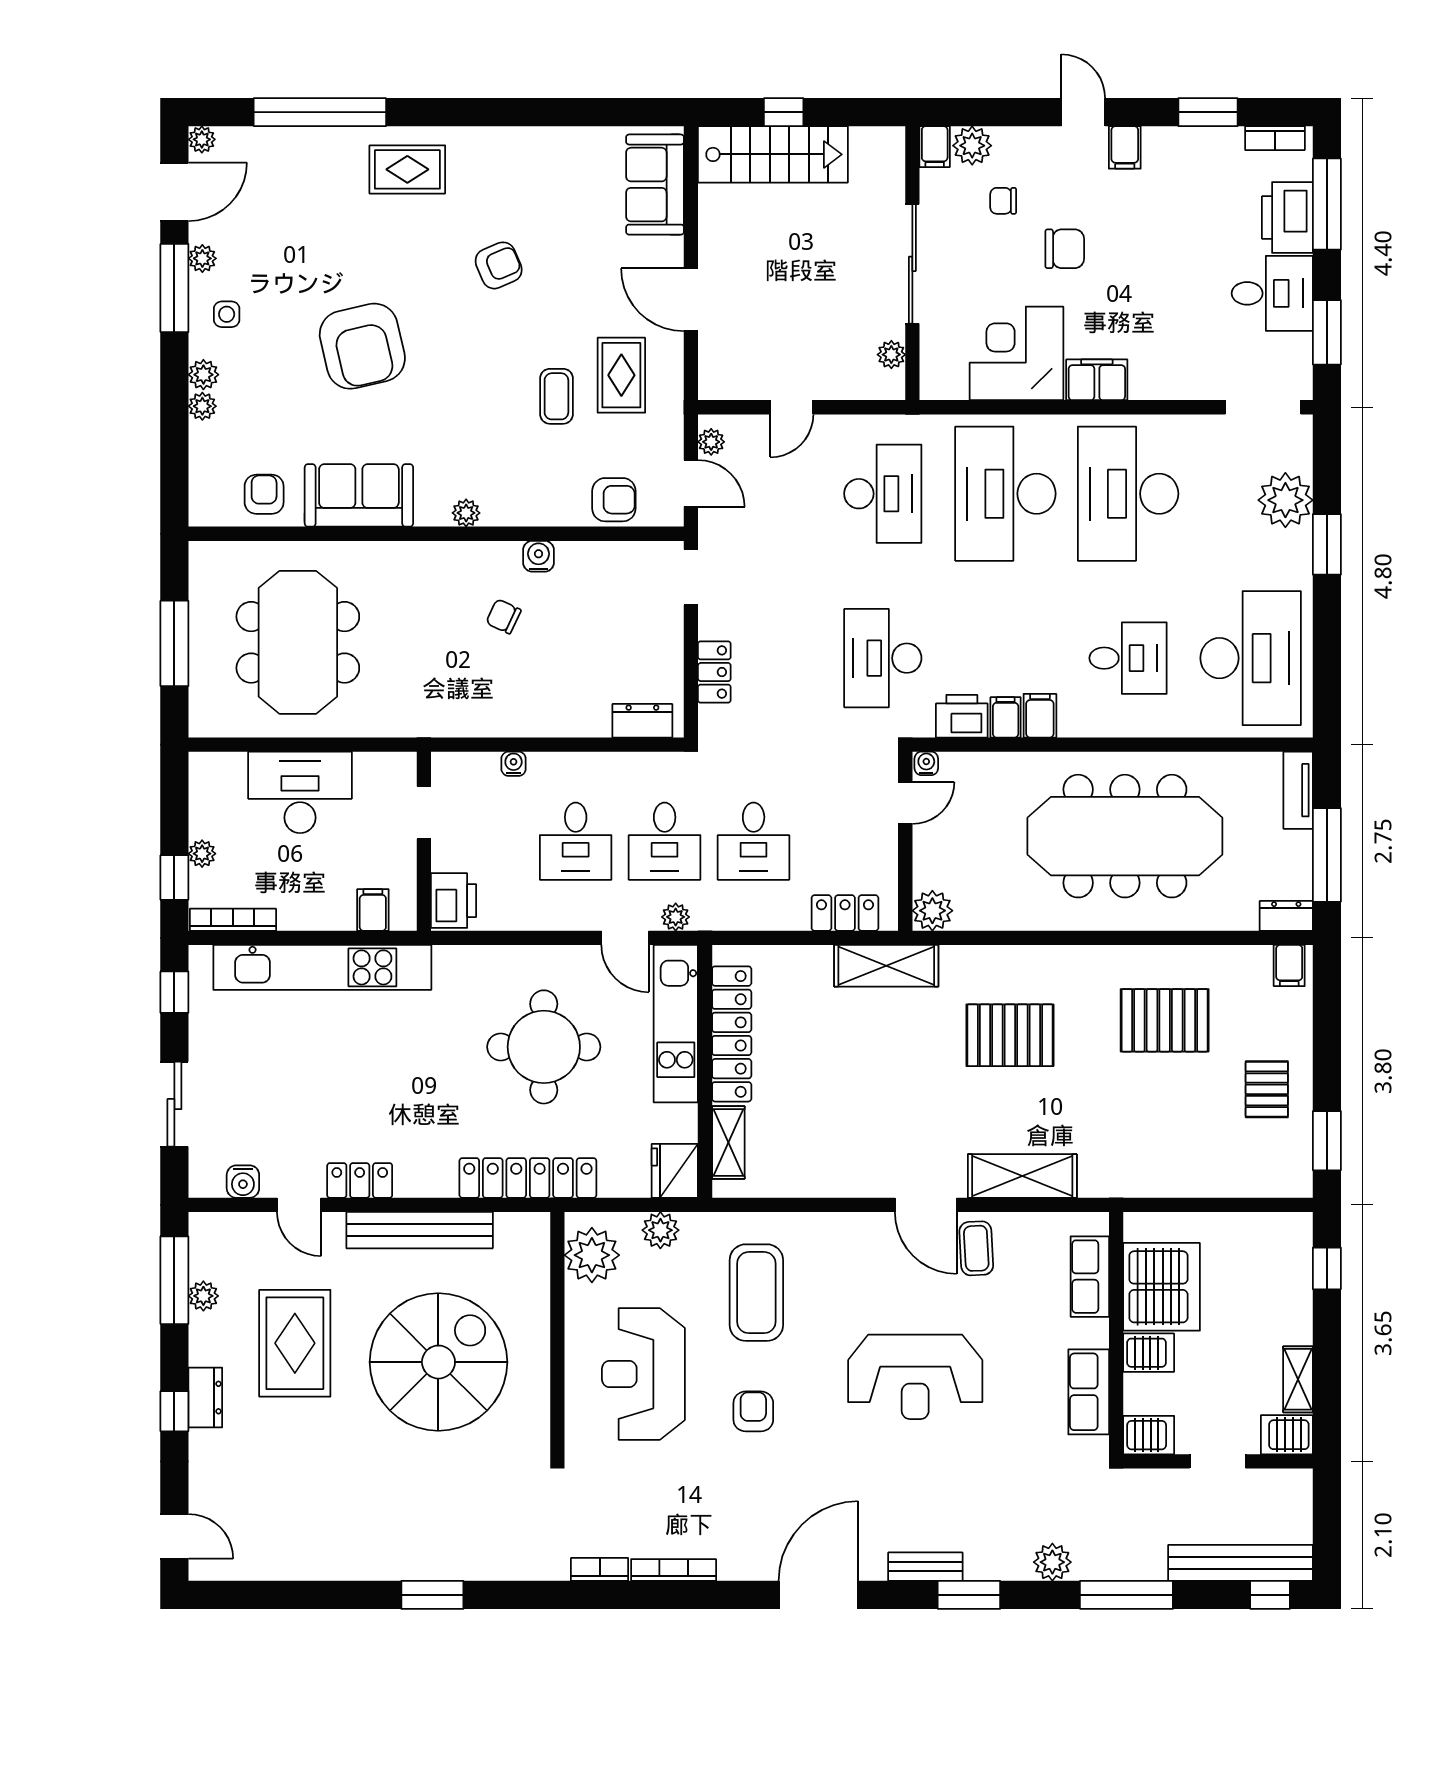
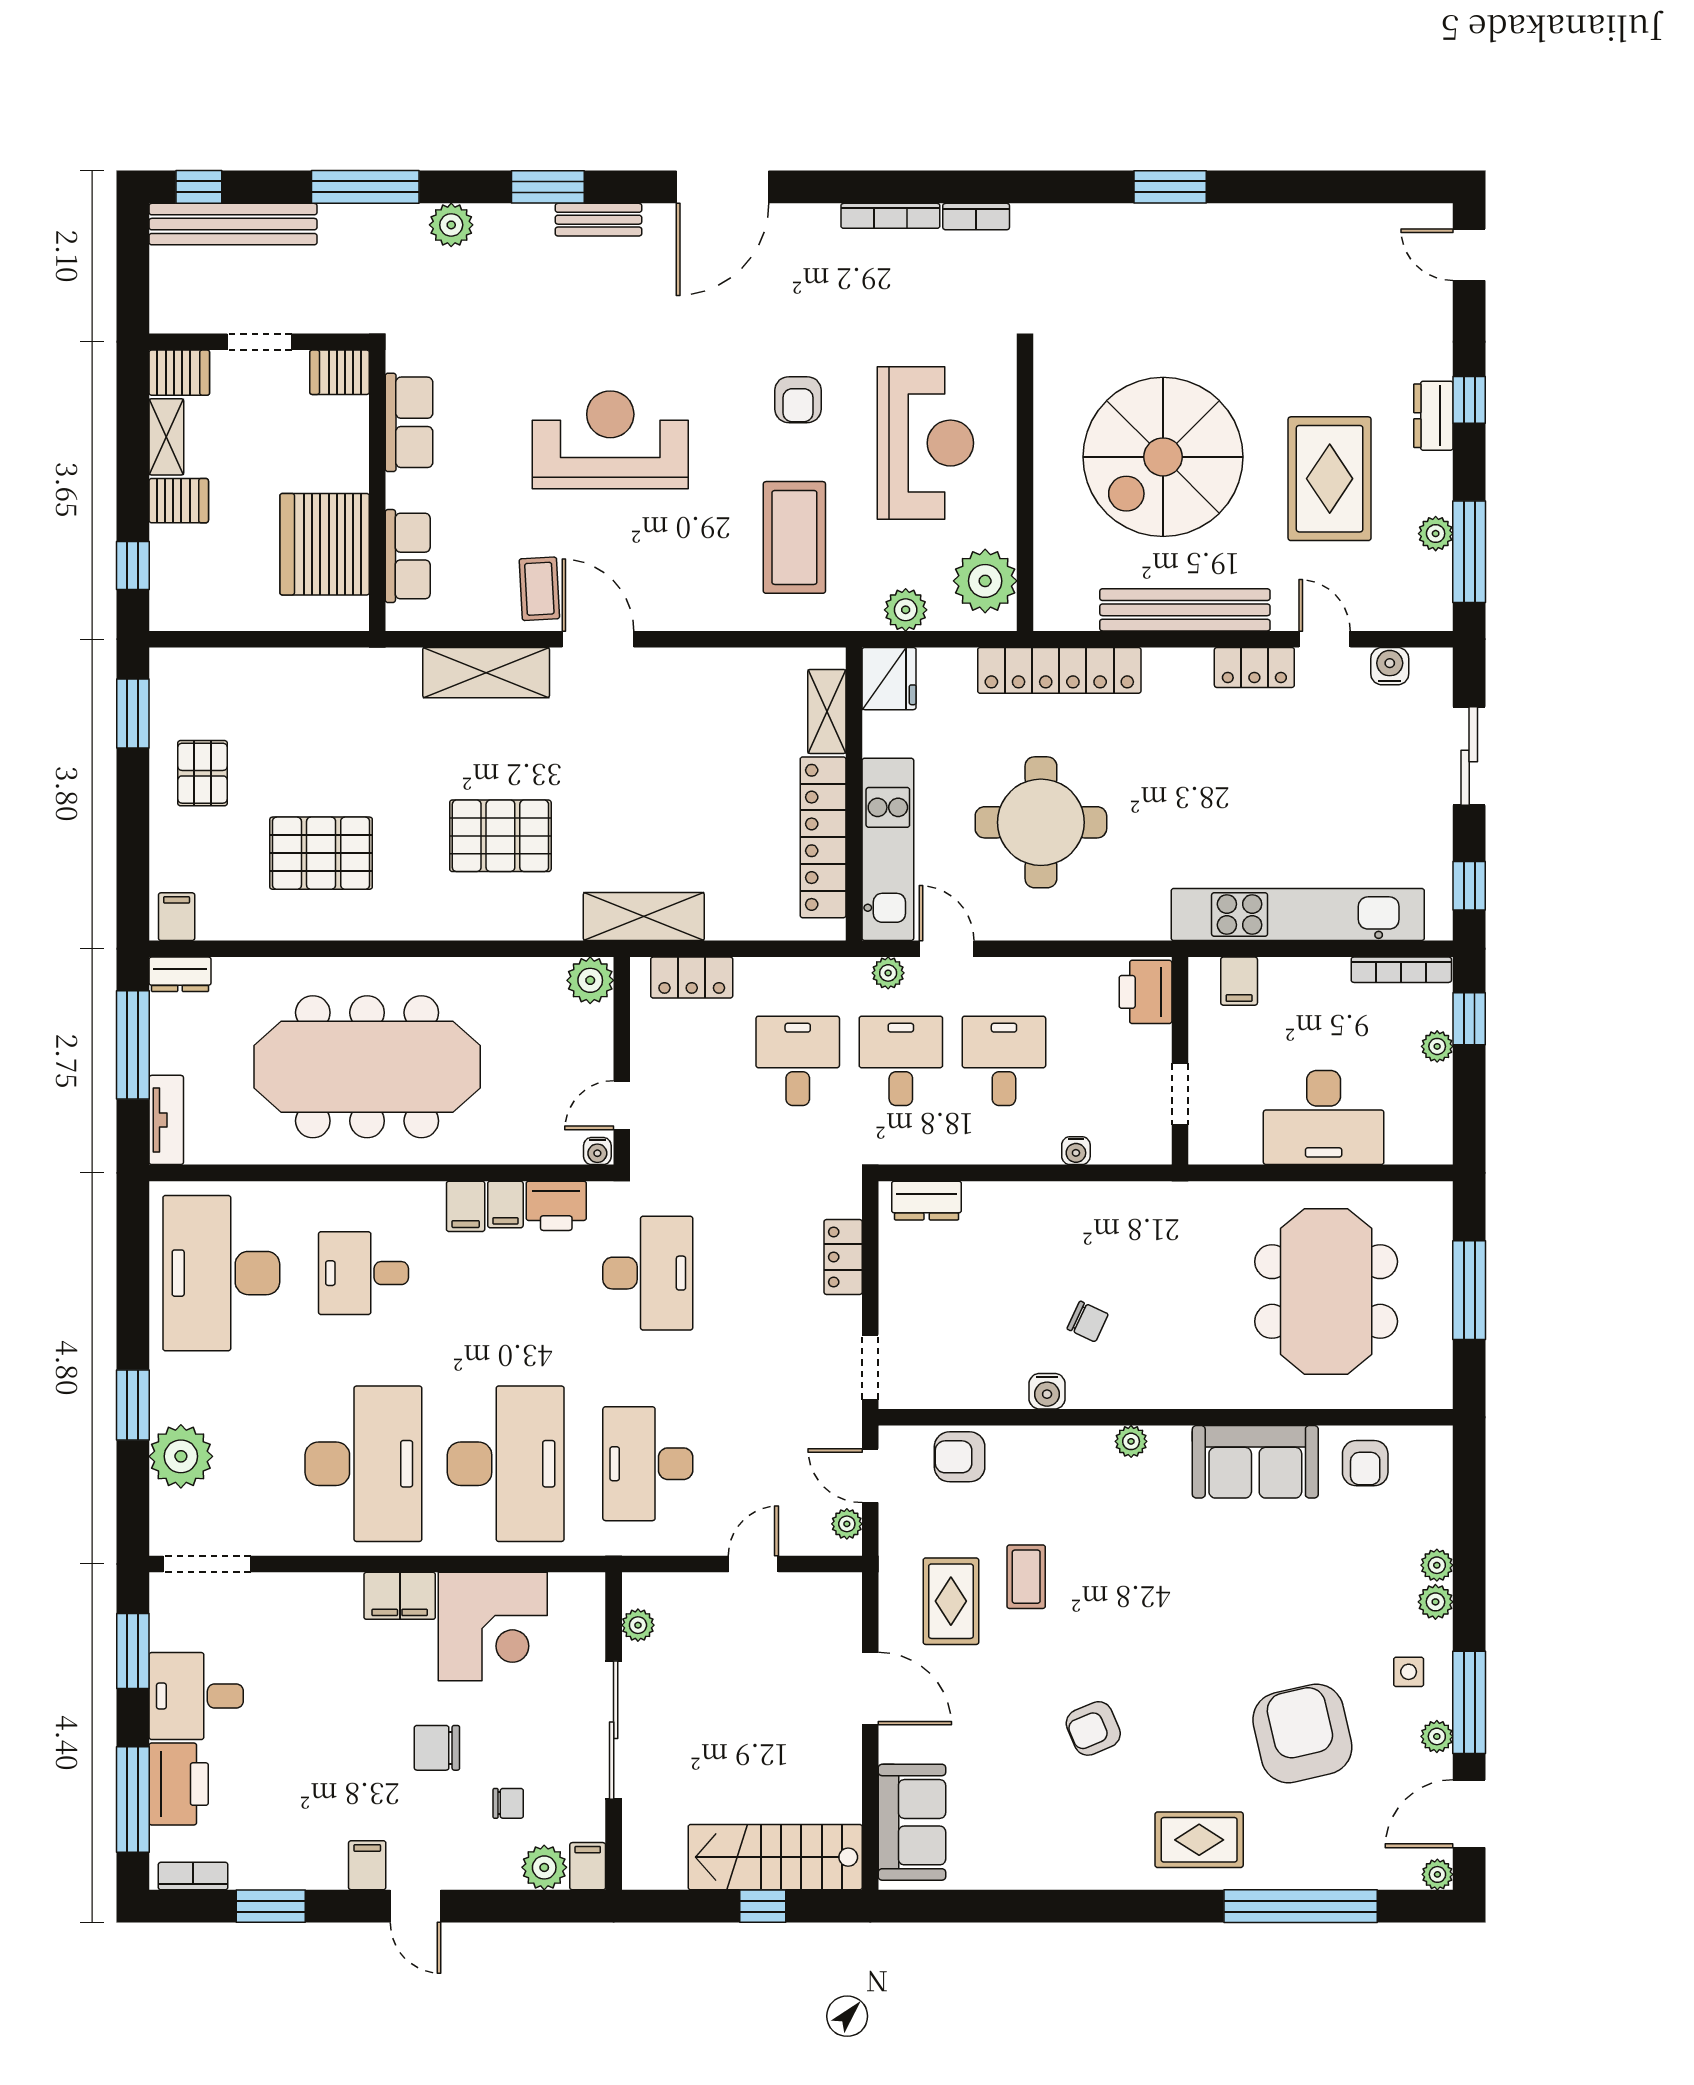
armchair: (362, 346) -> (1302, 1733), moved
server rack: (1149, 1353) -> (179, 501), moved, turned 180

